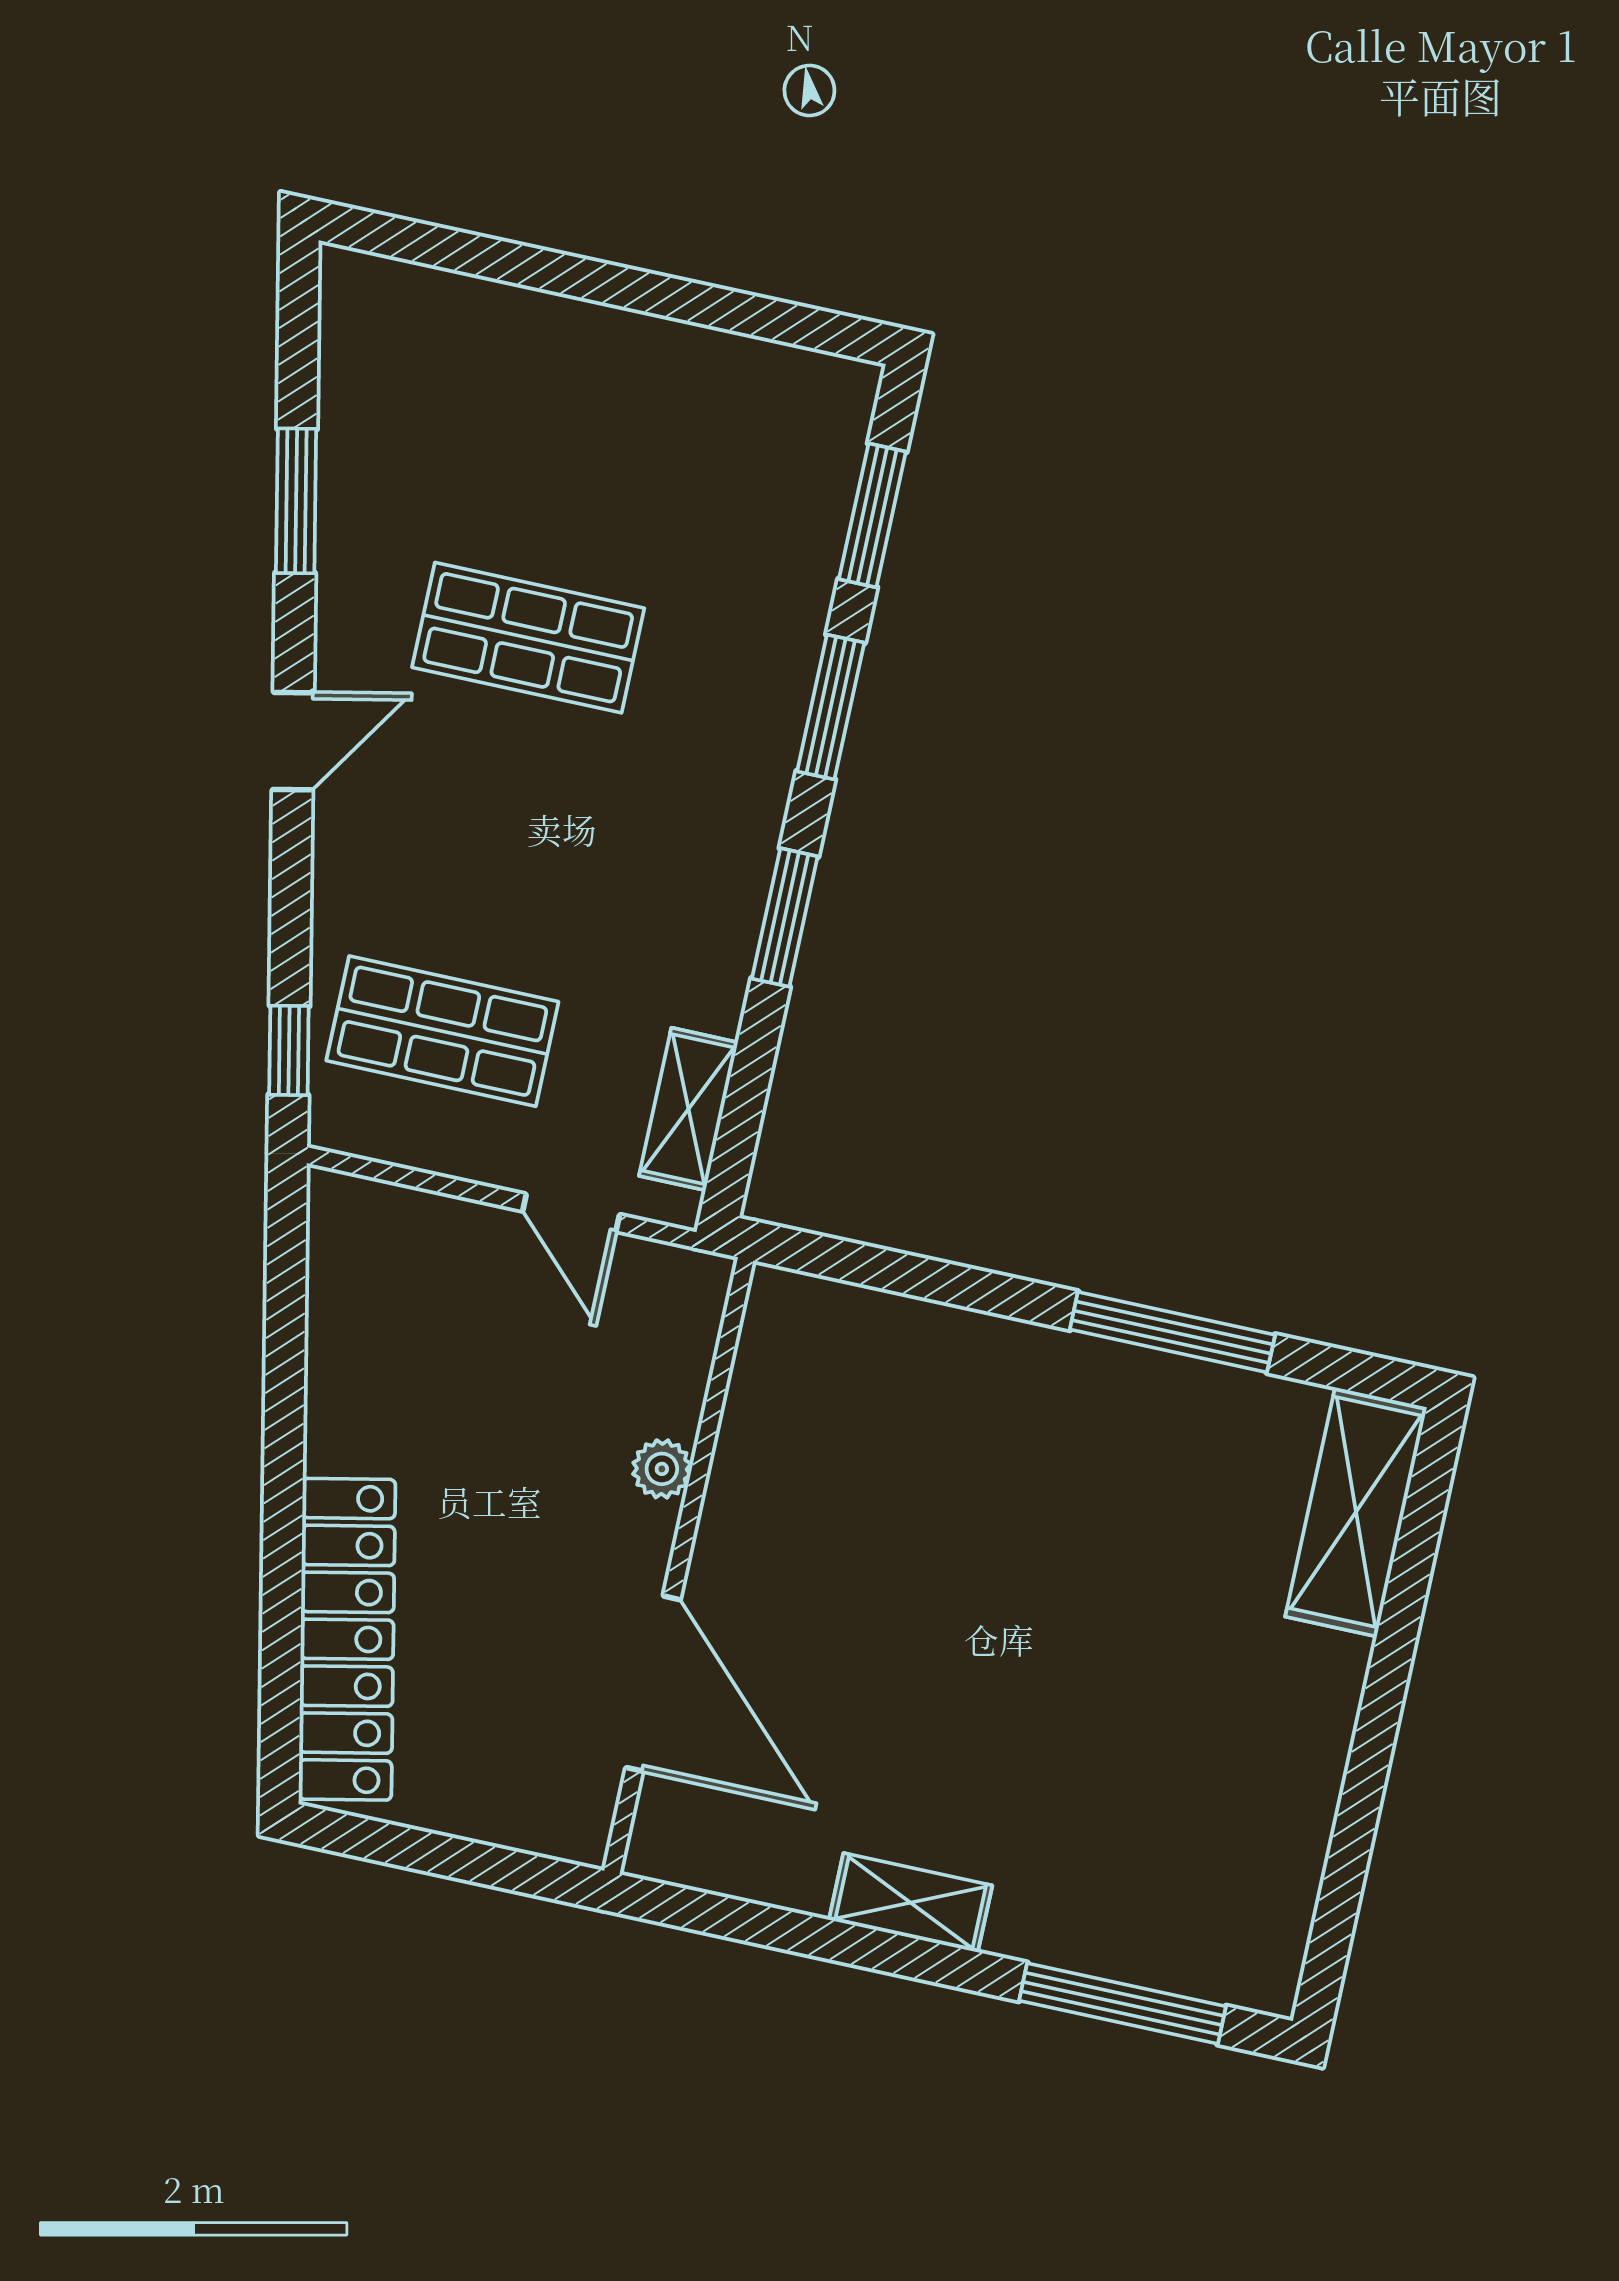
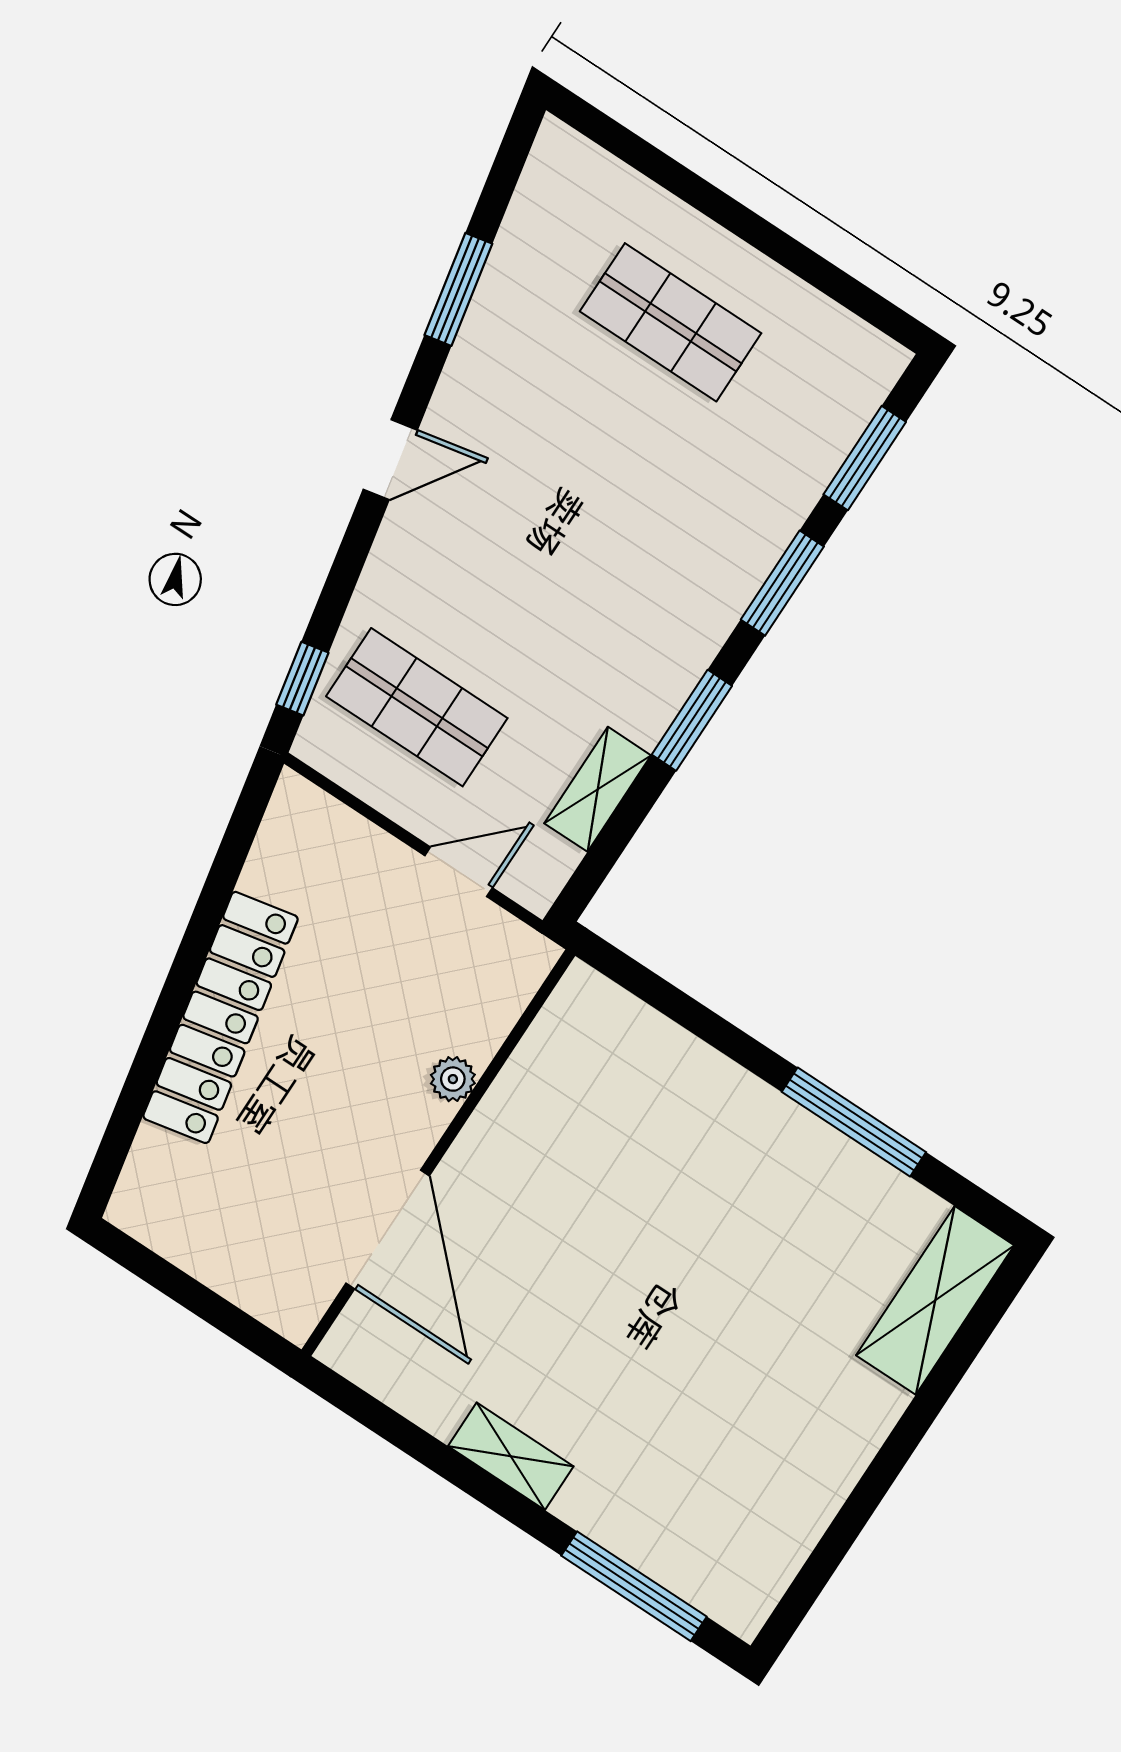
shop shelf: (528, 638) -> (671, 322), moved
shelving: (688, 1109) -> (598, 789), moved
door: (571, 1213) -> (459, 872), swing flipped
locker: (347, 1639) -> (221, 1017), moved

